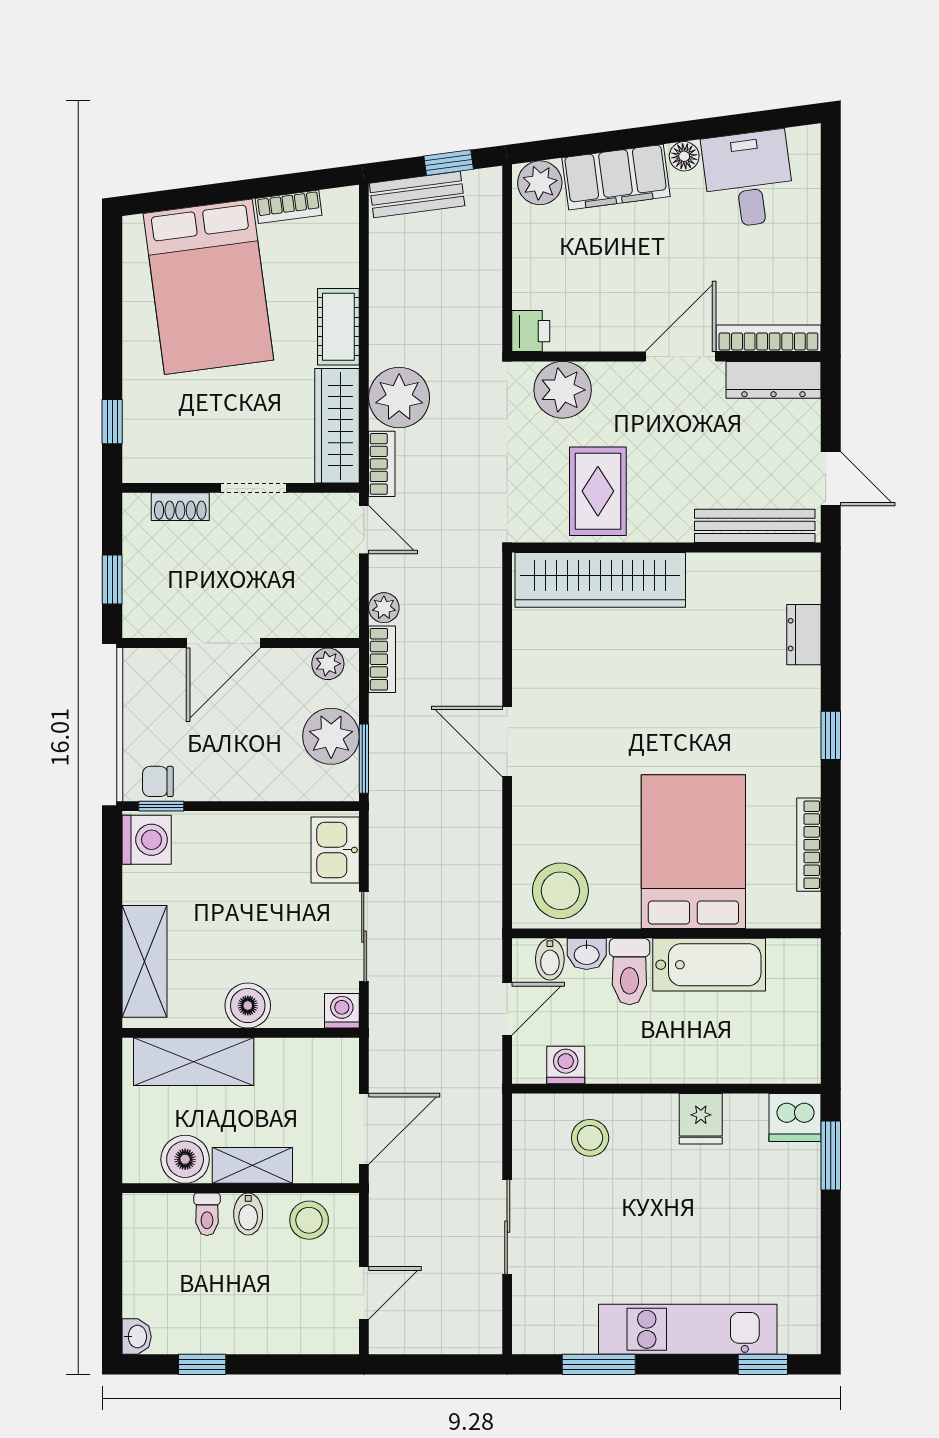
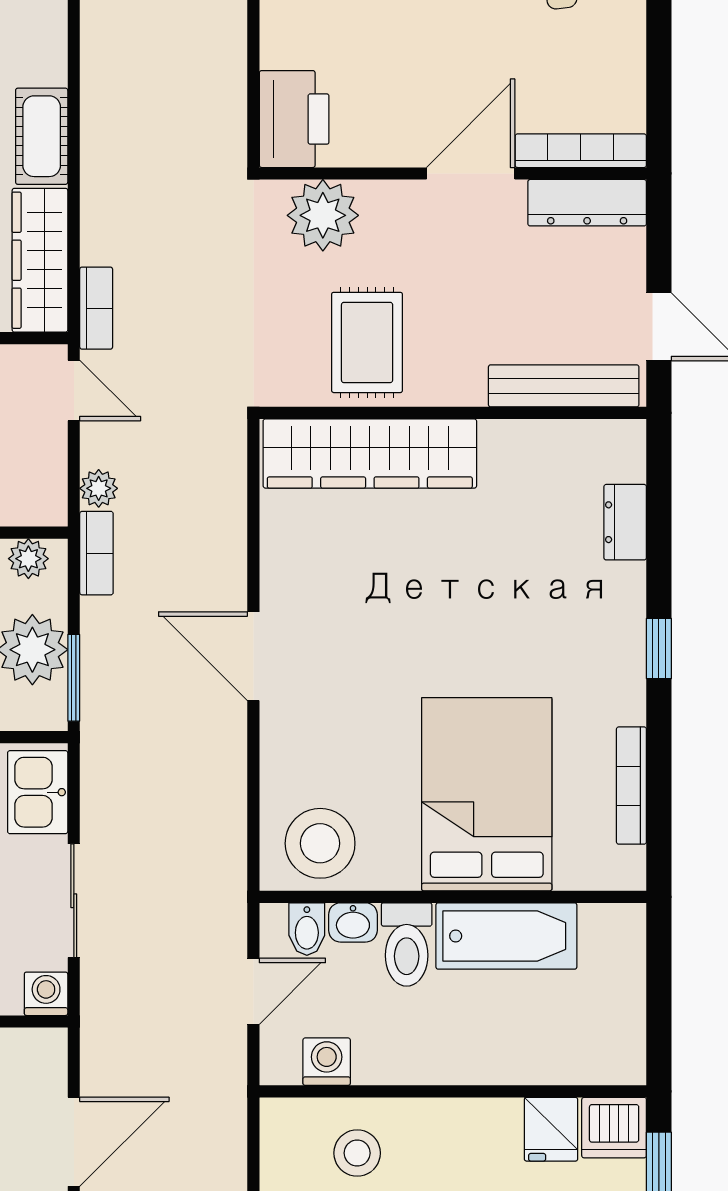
printer: (531, 331) -> (294, 119), width x1.87, depth x1.48
plant: (399, 398) -> (118, 225), removed
fridge: (701, 1119) -> (551, 1129), moved

